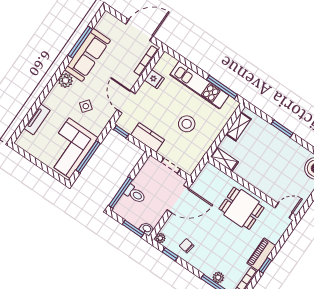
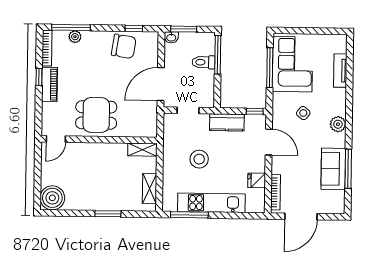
sofa: (88, 55) -> (333, 169), width x0.73
plant: (160, 238) -> (153, 37), removed
chair: (187, 246) -> (124, 46), width x1.87, depth x1.87

